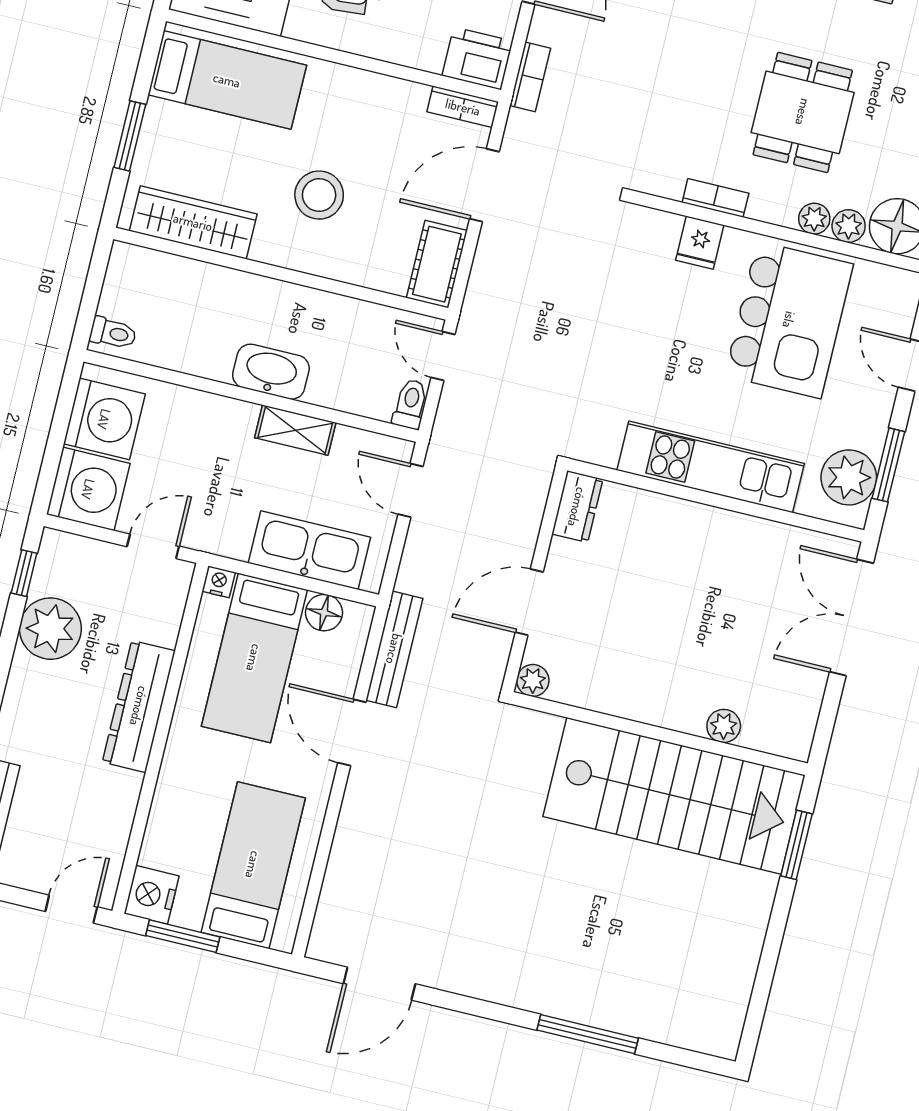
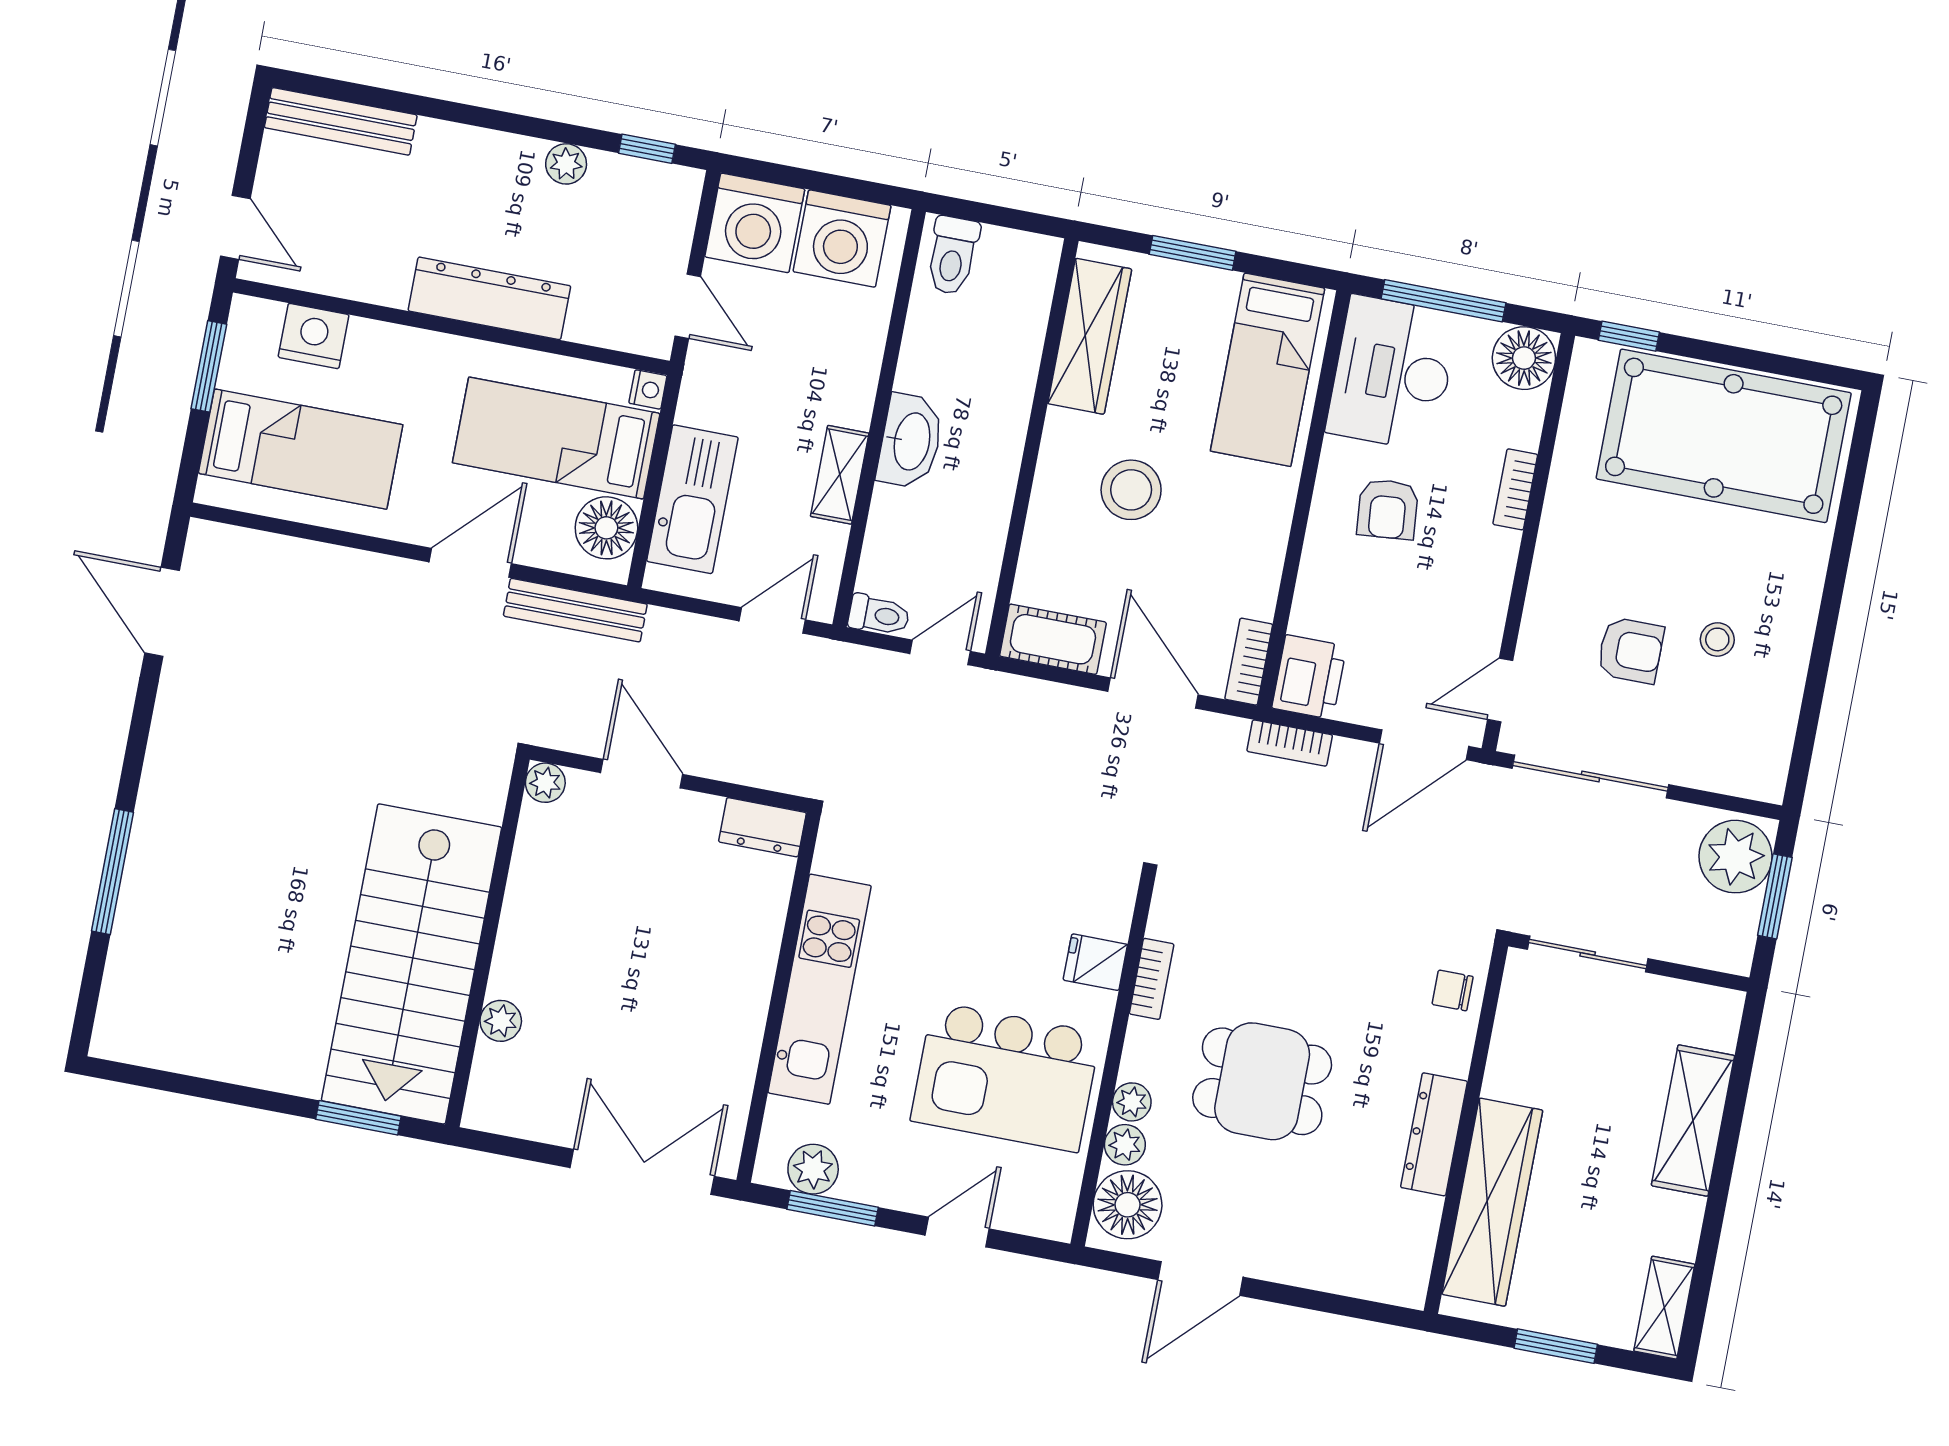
toilet: (113, 333) -> (952, 255), width x1.37, depth x1.39
plant: (849, 477) -> (813, 1169), width x0.73, depth x0.73
floor lamp: (324, 613) -> (606, 528), width x1.38, depth x1.38
plant: (50, 629) -> (566, 164), width x0.53, depth x0.53
nightstand: (152, 895) -> (314, 336), moved

